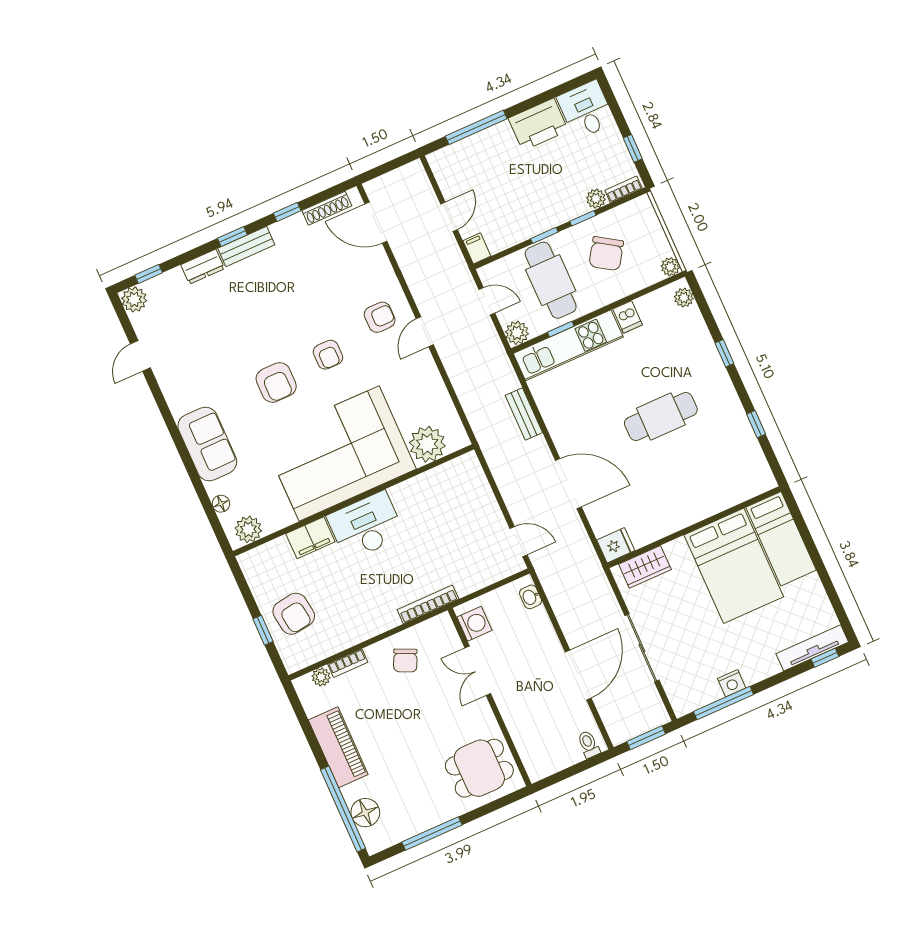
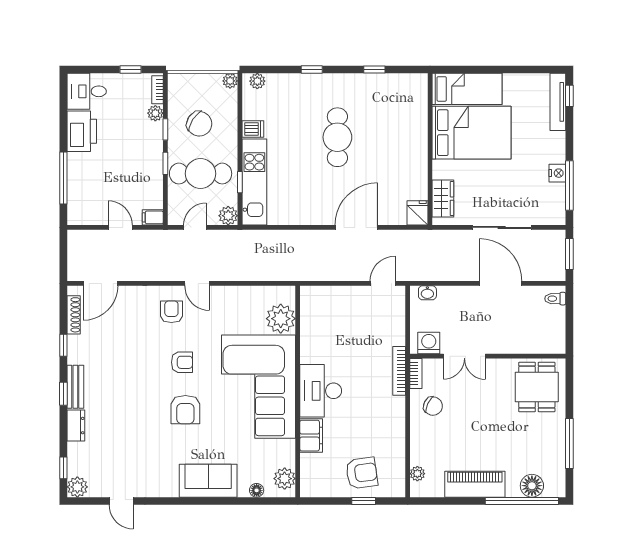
armchair: (276, 382) -> (185, 410), turned 90
bench: (524, 414) -> (290, 237), removed
bookcase: (348, 663) -> (416, 373), moved

